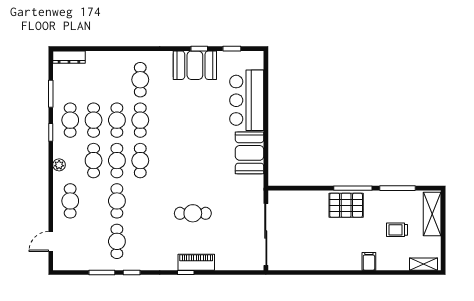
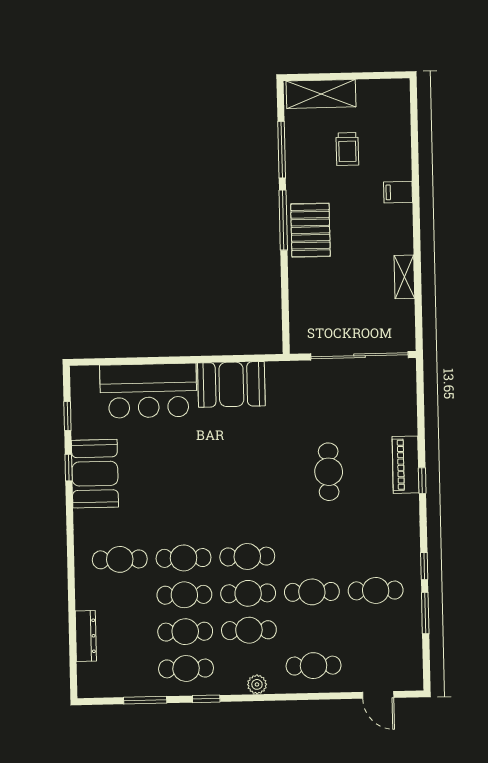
dresser: (69, 57) -> (86, 636), moved
shelving: (423, 264) -> (404, 277), moved

